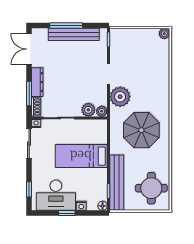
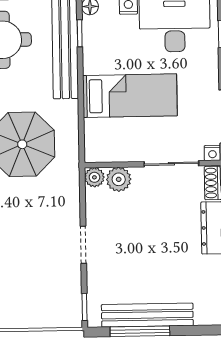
window: (66, 26) -> (140, 331), moved
plant: (120, 97) -> (62, 204), removed

